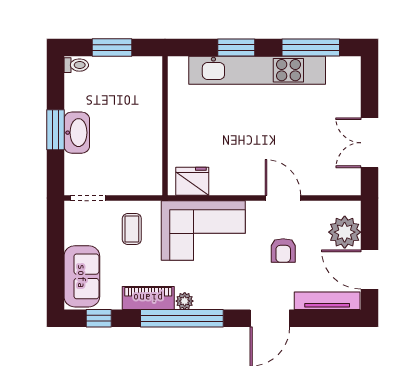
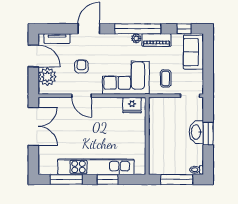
window: (112, 47) -> (177, 179), width x1.44
double door: (369, 143) -> (33, 126), width x1.37
tv unit: (327, 301) -> (57, 39), width x0.71

